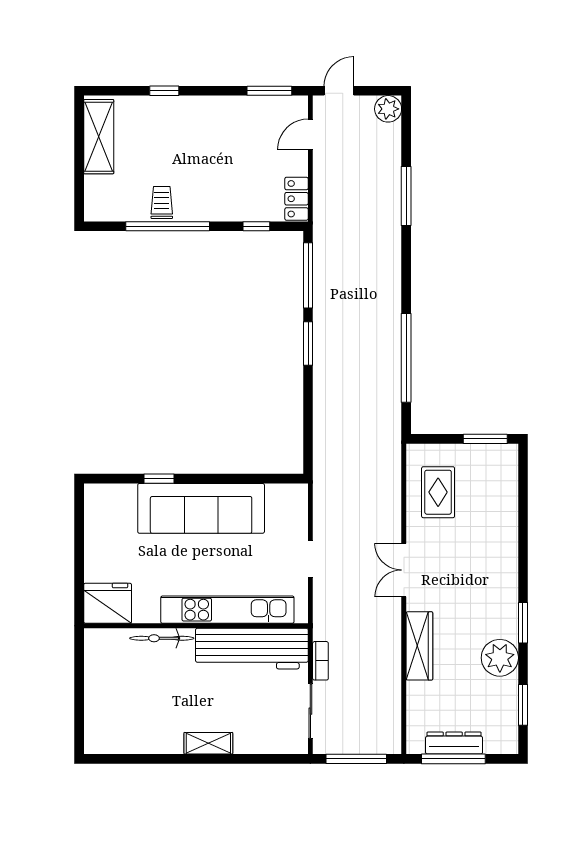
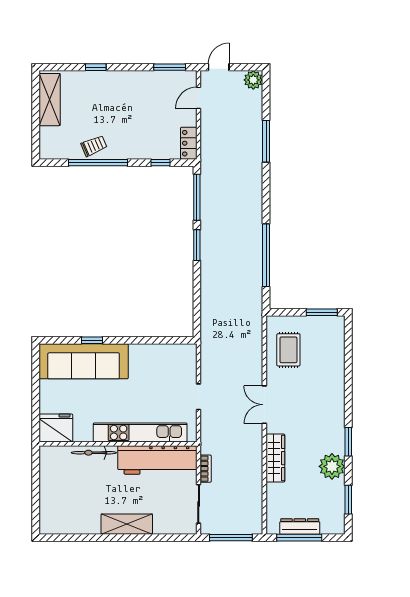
trolley: (162, 203) -> (94, 146), turned 67
sofa: (201, 508) -> (84, 361), moved
shelving: (208, 743) -> (127, 524), width x1.50, depth x1.33

